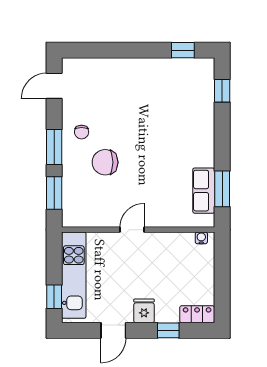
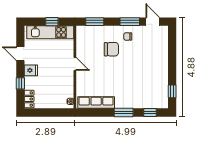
window: (54, 147) -> (130, 22), moved
chair: (105, 162) -> (111, 49), turned 90
window: (222, 189) -> (124, 113), moved
row of seats: (204, 191) -> (96, 103), width x1.48
window: (54, 297) -> (52, 22), moved

